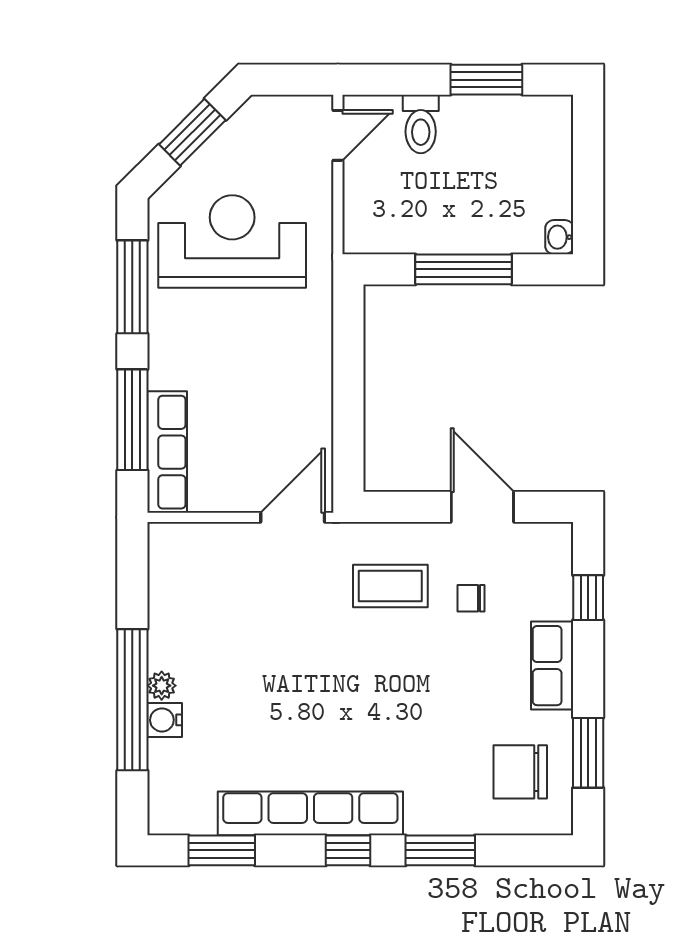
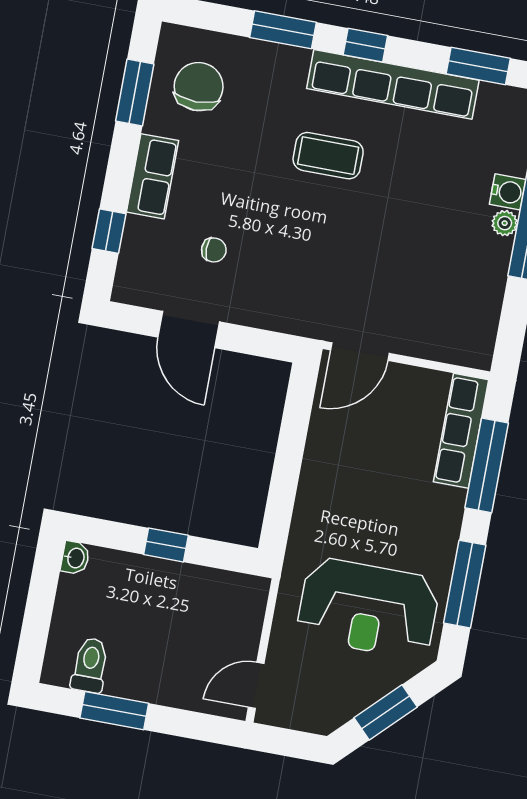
toilet: (421, 124) -> (90, 665), moved
window: (463, 269) -> (166, 545), width x0.46
coffee table: (390, 586) -> (328, 156), moved
chair: (520, 772) -> (199, 87), turned -90

